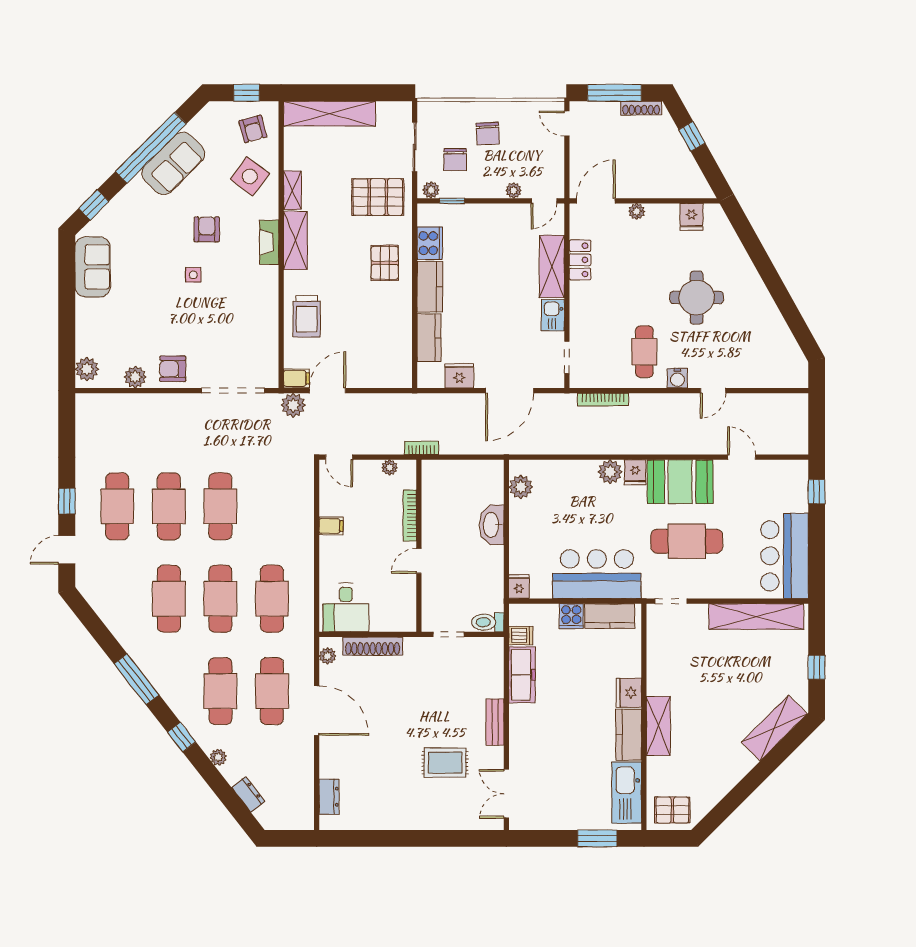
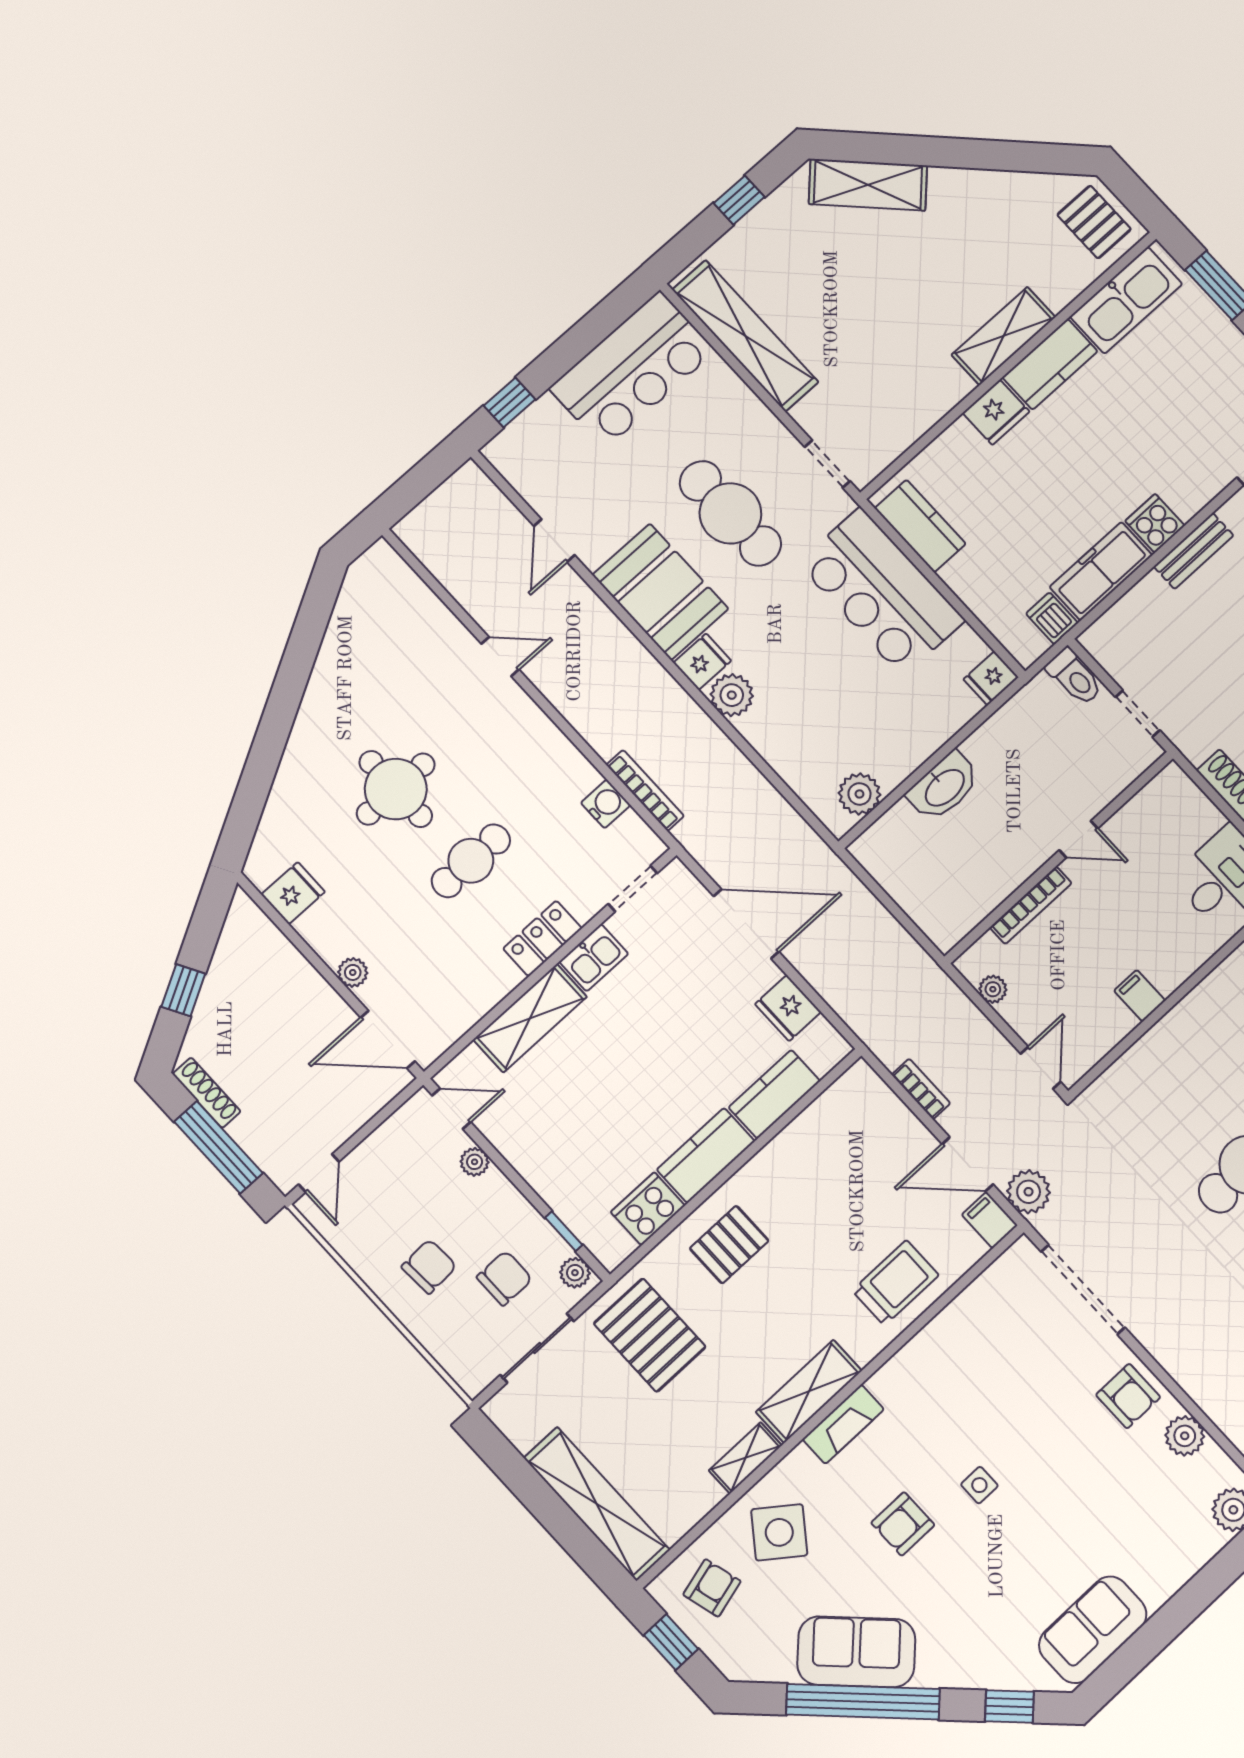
locker: (580, 260) -> (542, 938), moved
cafe table: (644, 352) -> (471, 861), moved
water cooler: (677, 378) -> (606, 804), moved
bookcase: (422, 448) -> (921, 1089), moved, turned 180
cooker: (571, 616) -> (1155, 523), moved, turned -90

